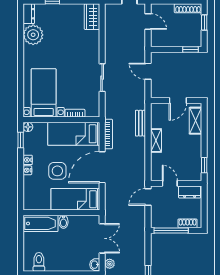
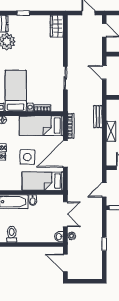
door: (148, 197) -> (104, 190), moved

